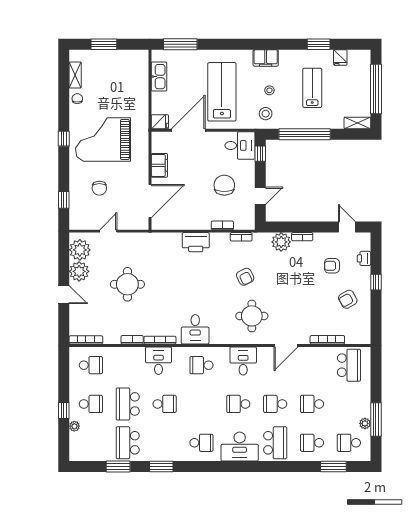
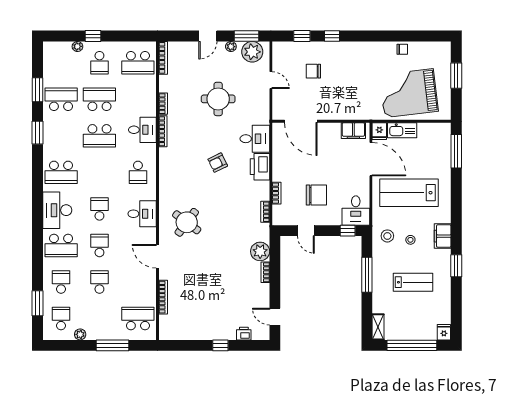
window: (319, 44) -> (456, 266), moved
fridge: (340, 57) -> (444, 332), moved, turned 90
shelving: (75, 75) -> (426, 47), removed
kitchen sink: (159, 77) -> (402, 130), moved
lab bench: (222, 92) -> (409, 193), turned 180
window: (305, 134) -> (367, 275), width x0.68
window: (64, 139) -> (332, 36), moved
grand piano: (103, 139) -> (409, 93), moved, turned -97
filing cabinet: (159, 165) -> (353, 131), moved
door: (347, 227) -> (275, 317), swing flipped
window: (64, 256) -> (247, 36), added
armchair: (332, 266) -> (237, 302), removed
plant: (79, 271) -> (231, 47), width x0.53, depth x0.53
armchair: (245, 277) -> (218, 163), moved
armchair: (348, 299) -> (203, 317), removed
round table: (252, 316) -> (187, 222), turned 37
desk: (195, 329) -> (255, 139), moved, turned 180
school desk: (91, 365) -> (138, 63), width x1.85
school desk: (201, 365) -> (138, 172), turned 180
school desk: (349, 365) -> (138, 319), turned 180
school desk: (165, 404) -> (99, 136), width x1.85
window: (376, 419) -> (113, 345), moved
school desk: (201, 443) -> (61, 172), width x1.85

